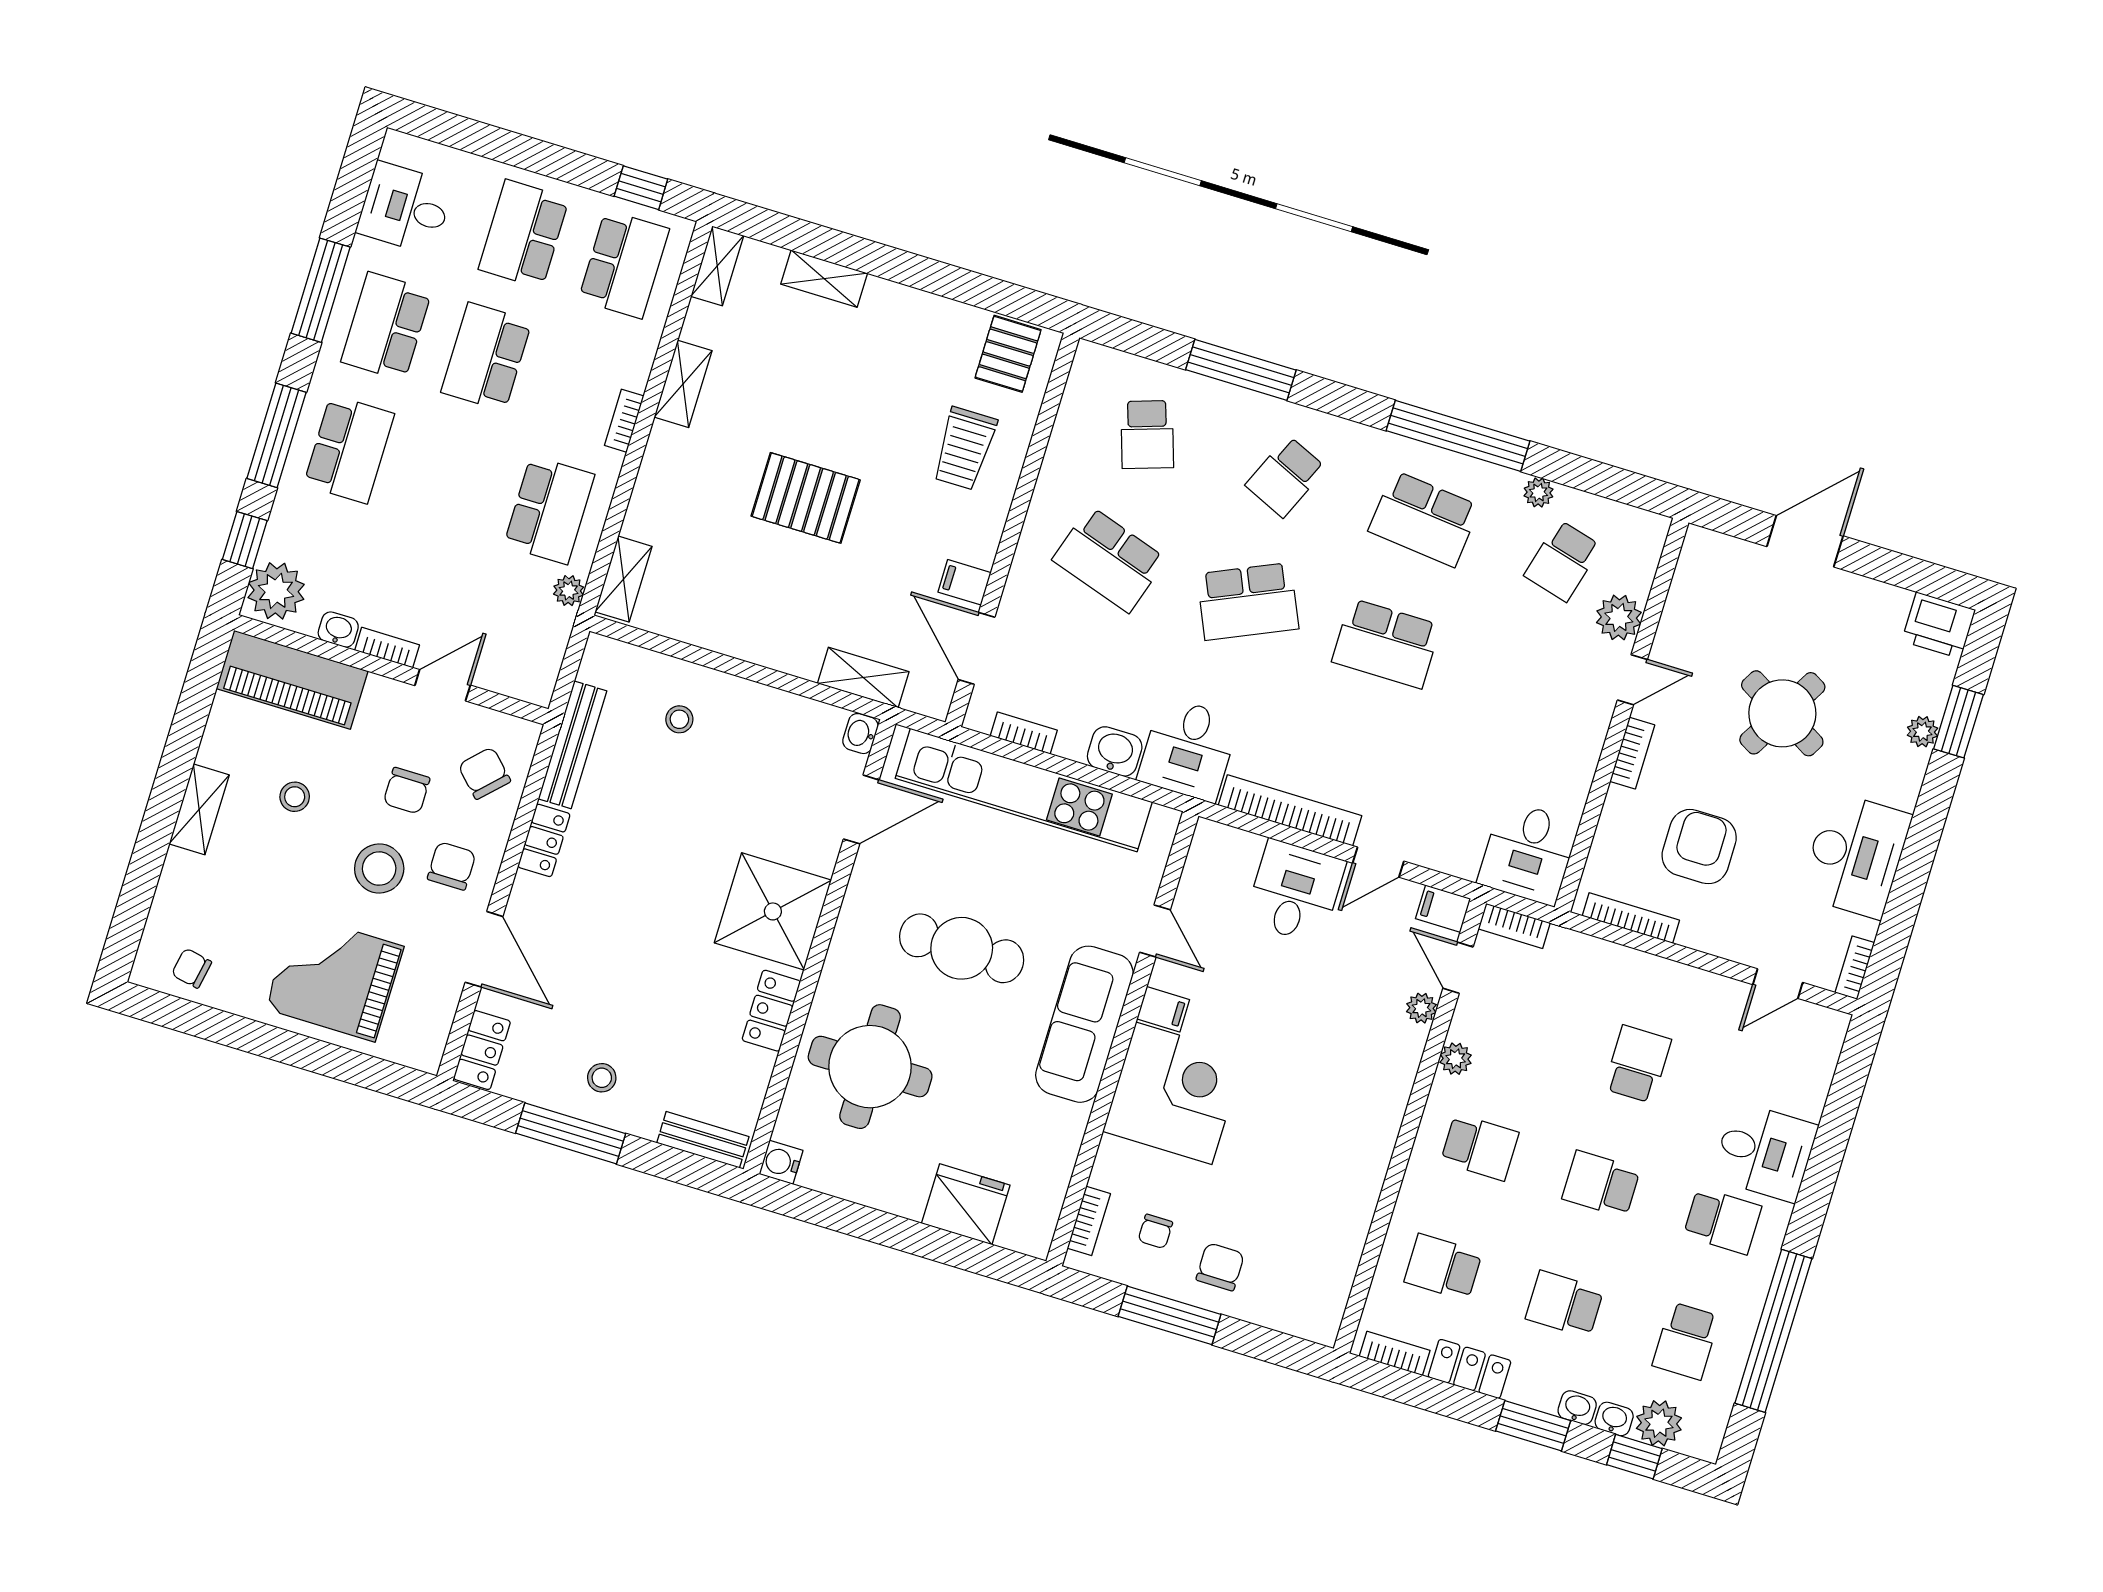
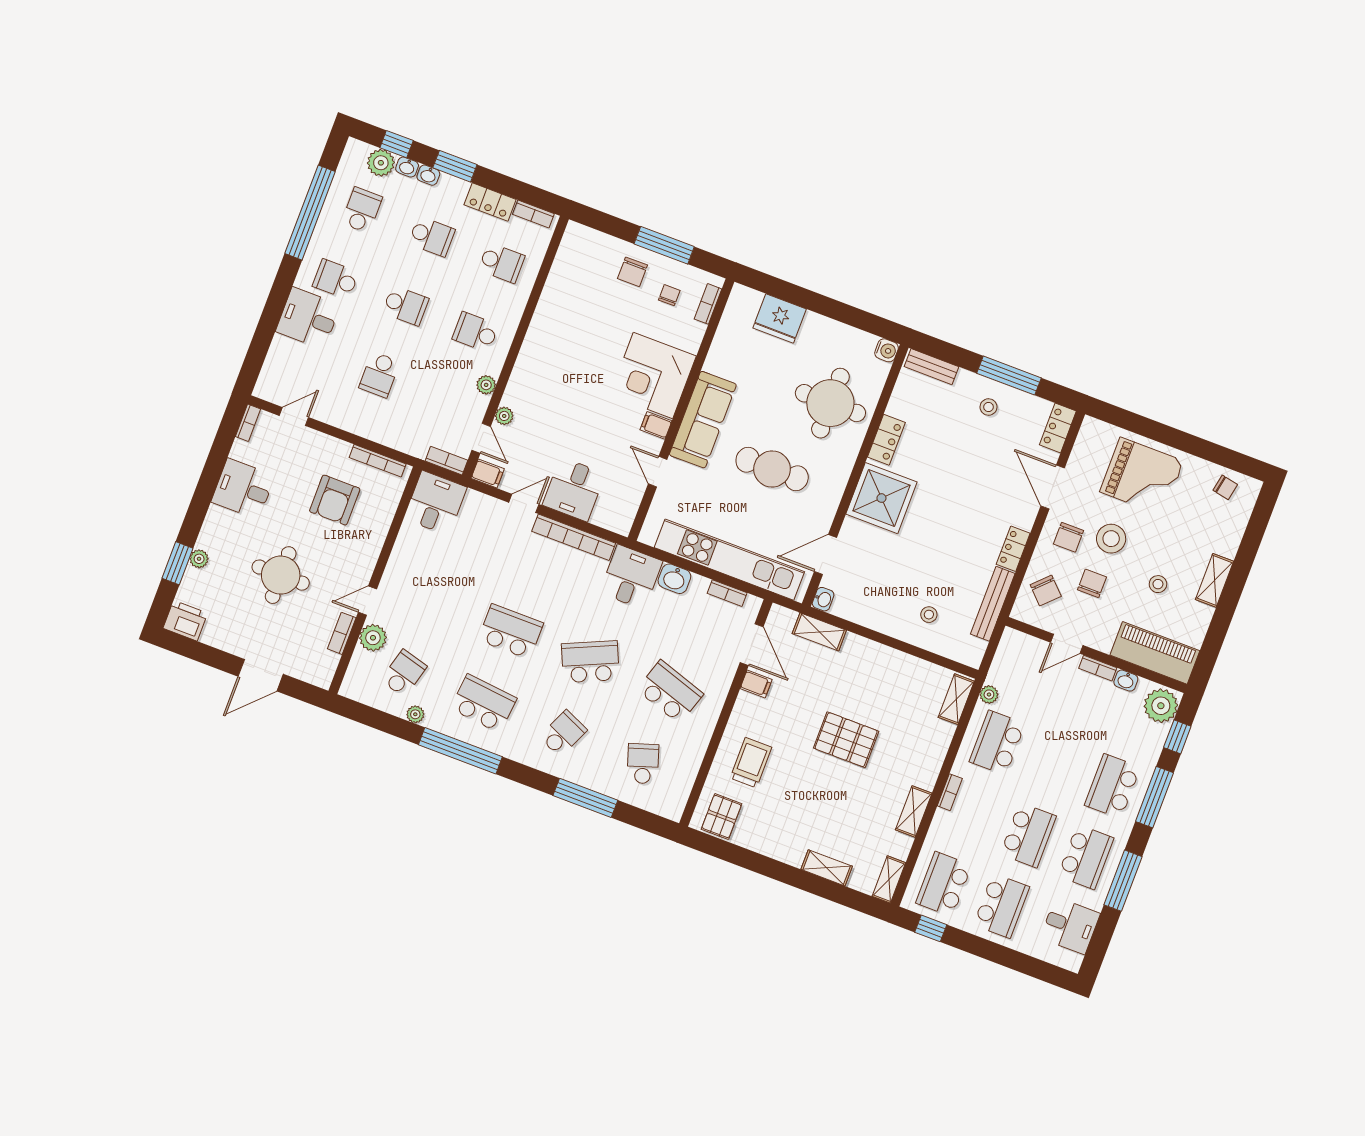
round table: (1782, 713) -> (281, 575), turned -30
bookcase: (1632, 753) -> (342, 633), moved
desk: (1856, 855) -> (243, 489), width x0.73

